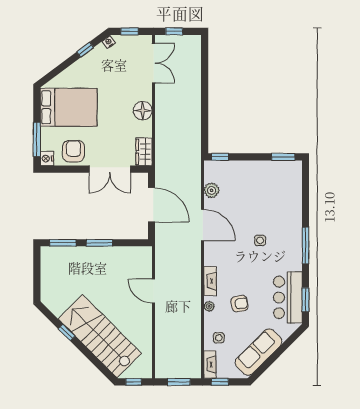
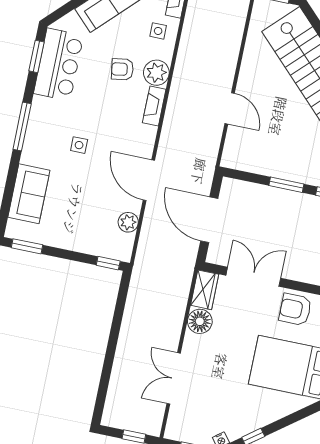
double door: (153, 63) -> (174, 378), moved
floor lamp: (143, 111) -> (200, 321), moved
armchair: (73, 151) -> (295, 309), turned 90
sofa: (290, 196) -> (29, 194), added
plant: (209, 306) -> (156, 73), width x1.87, depth x1.87

